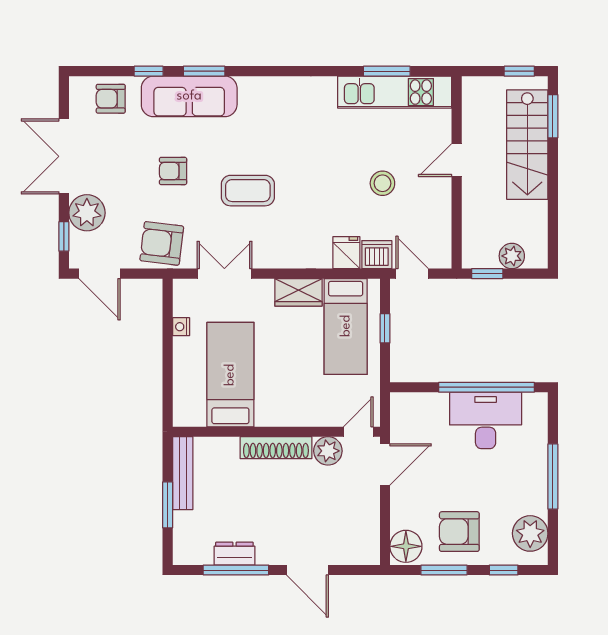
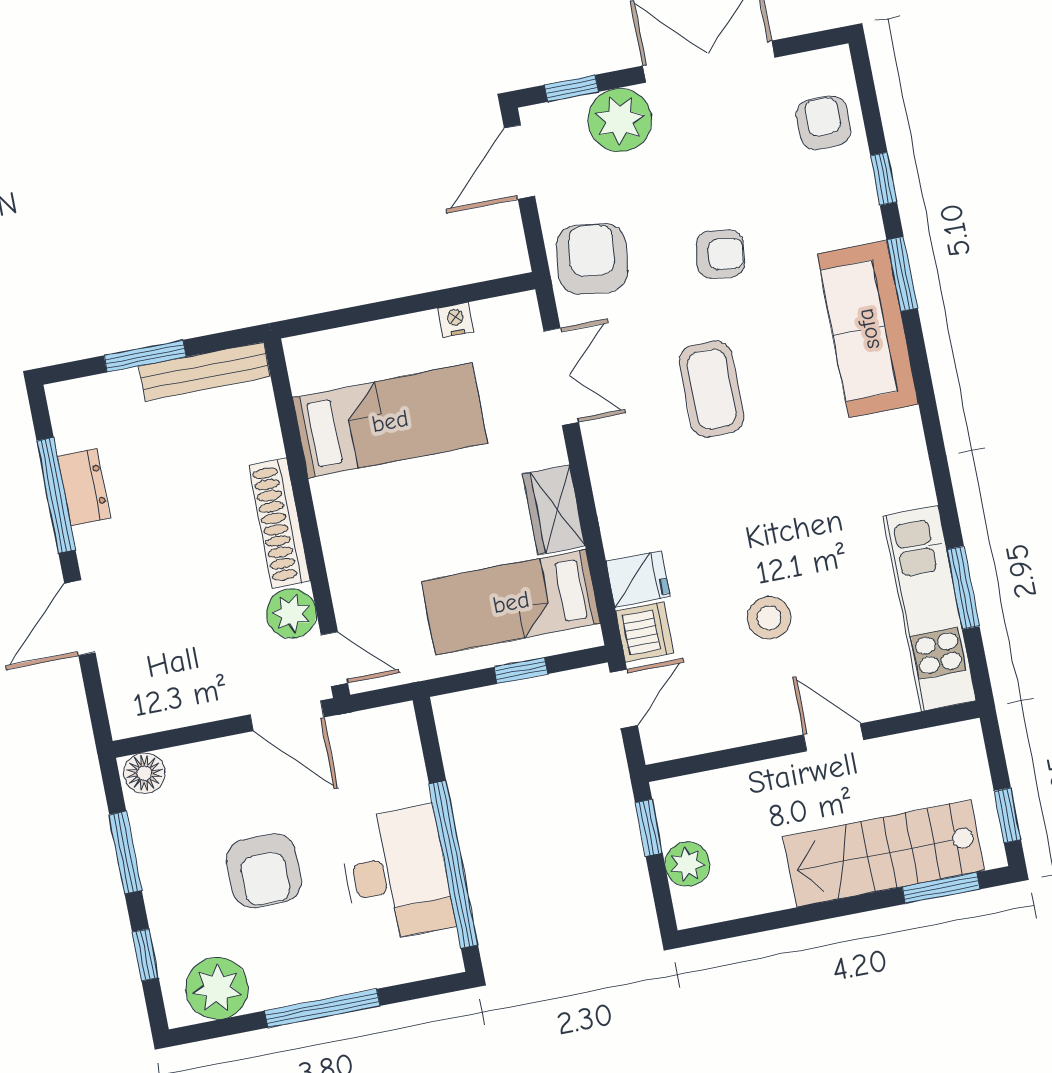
sofa: (189, 96) -> (868, 329), moved
armchair: (173, 171) -> (720, 254), turned 98
armchair: (459, 532) -> (264, 871), moved, turned 180
floor lamp: (406, 546) -> (144, 773), width x0.73, depth x0.73

